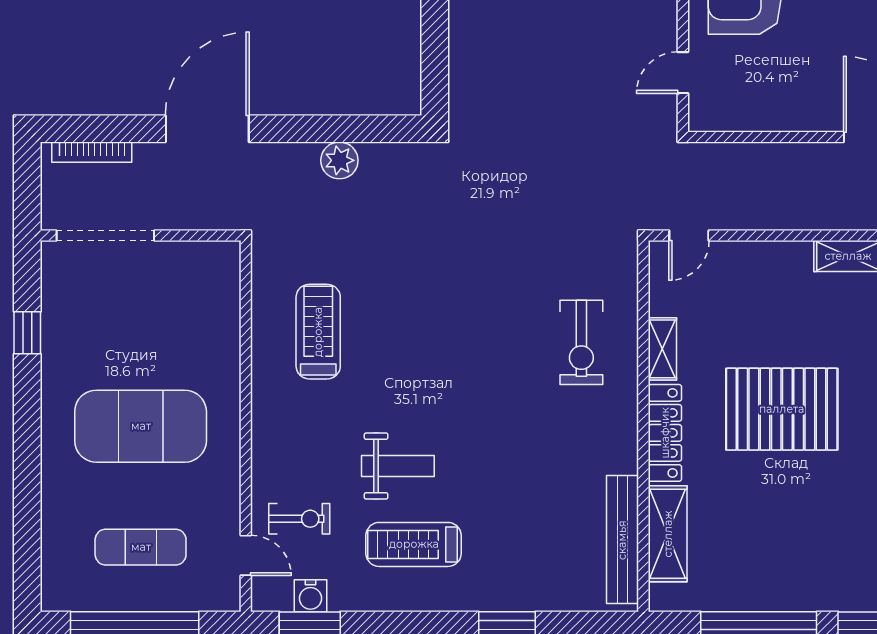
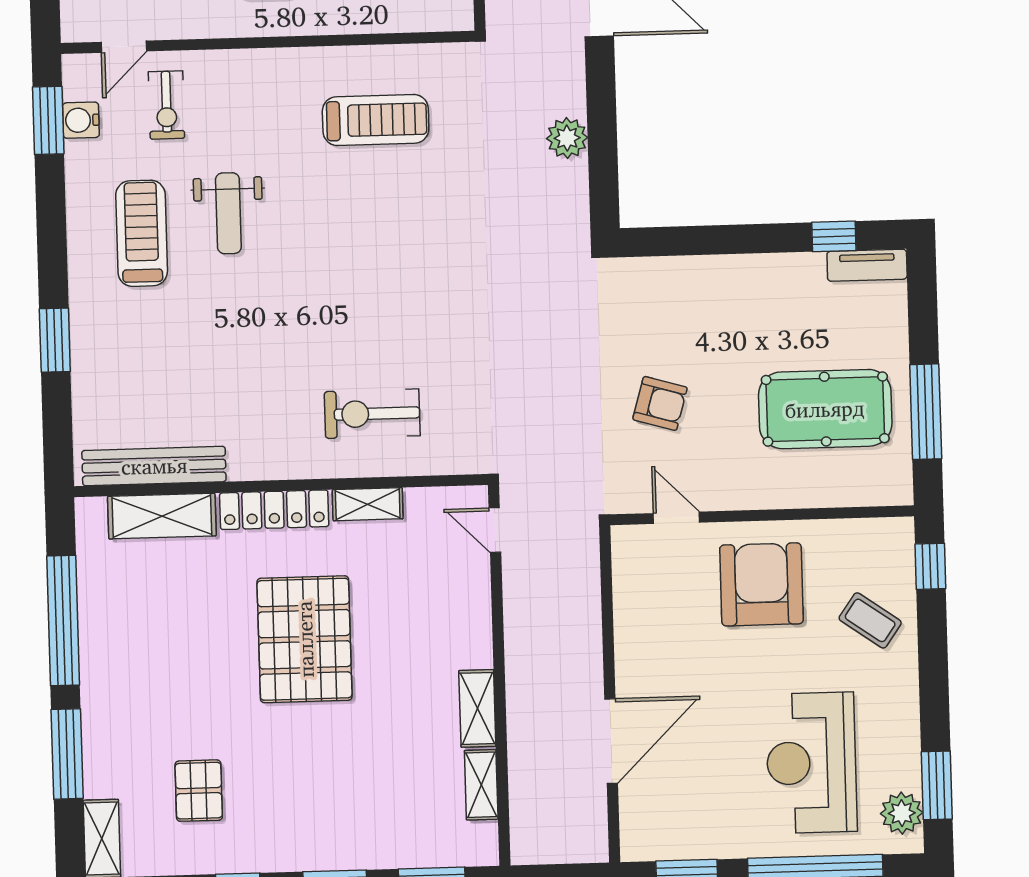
armchair: (580, 84) -> (660, 403), added

